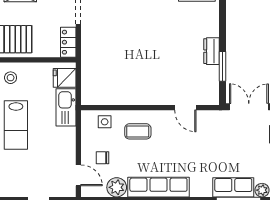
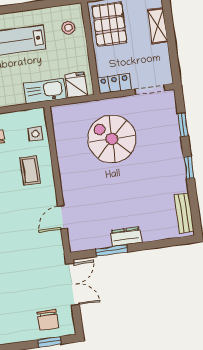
spiral stairs: (119, 52) -> (112, 139), added

